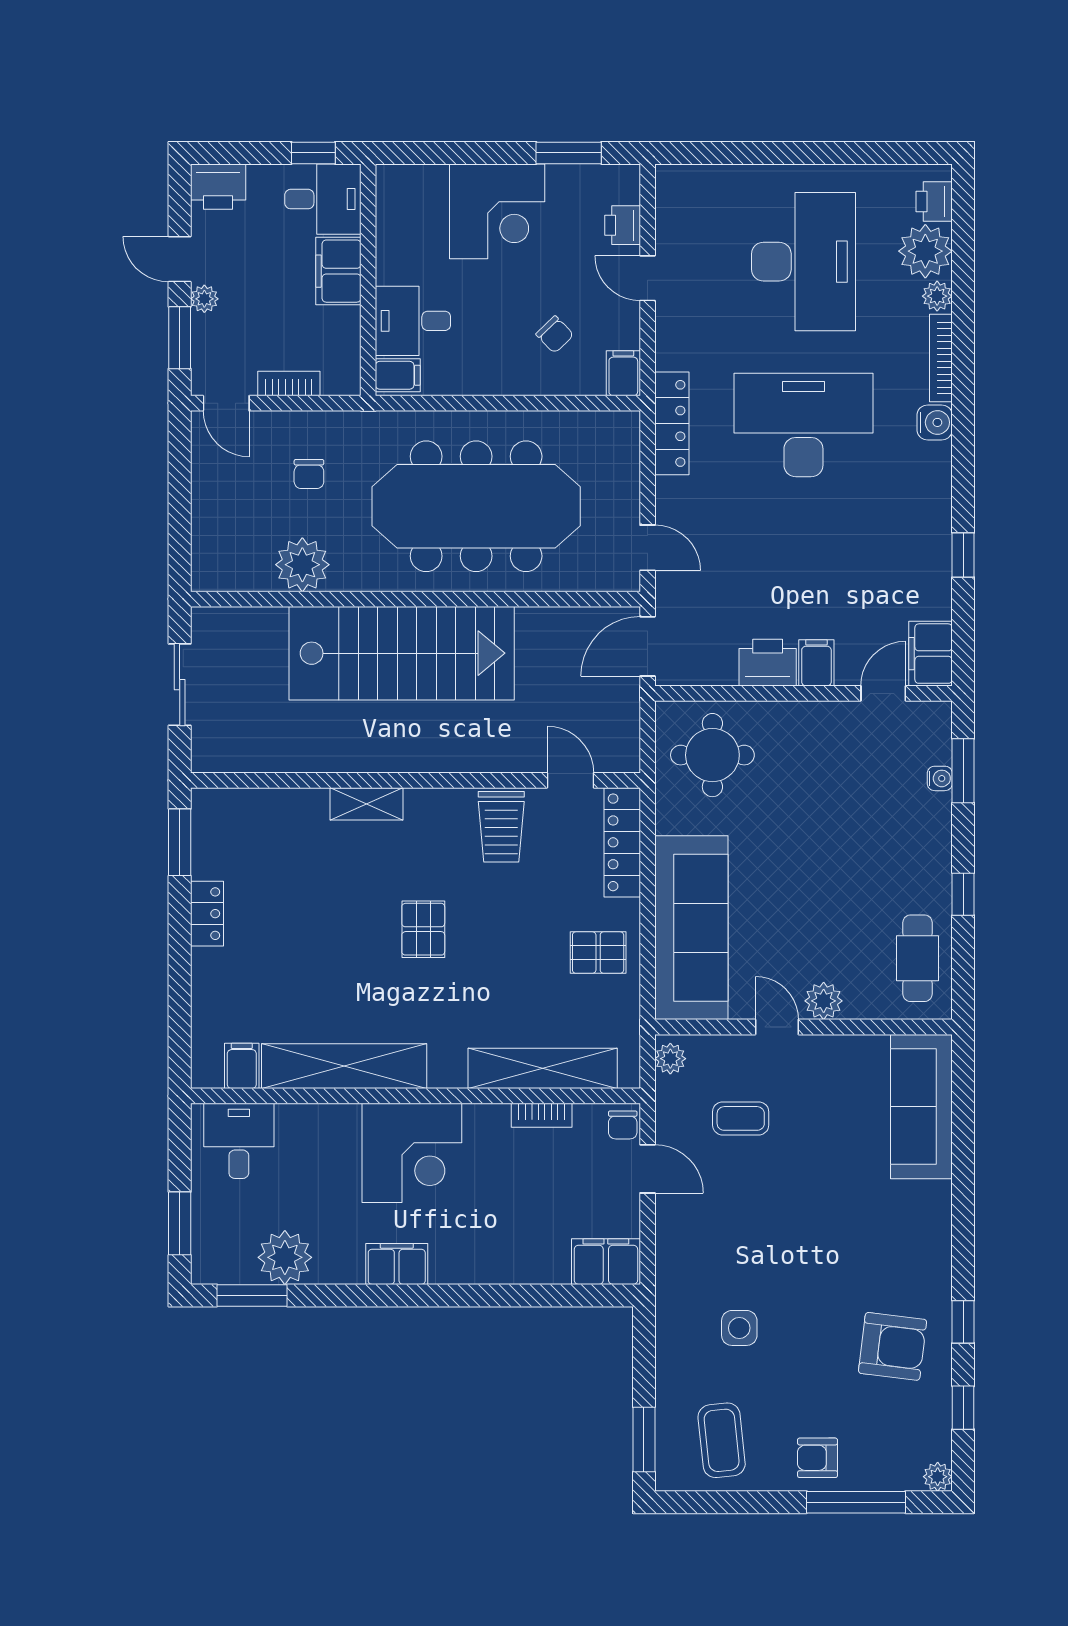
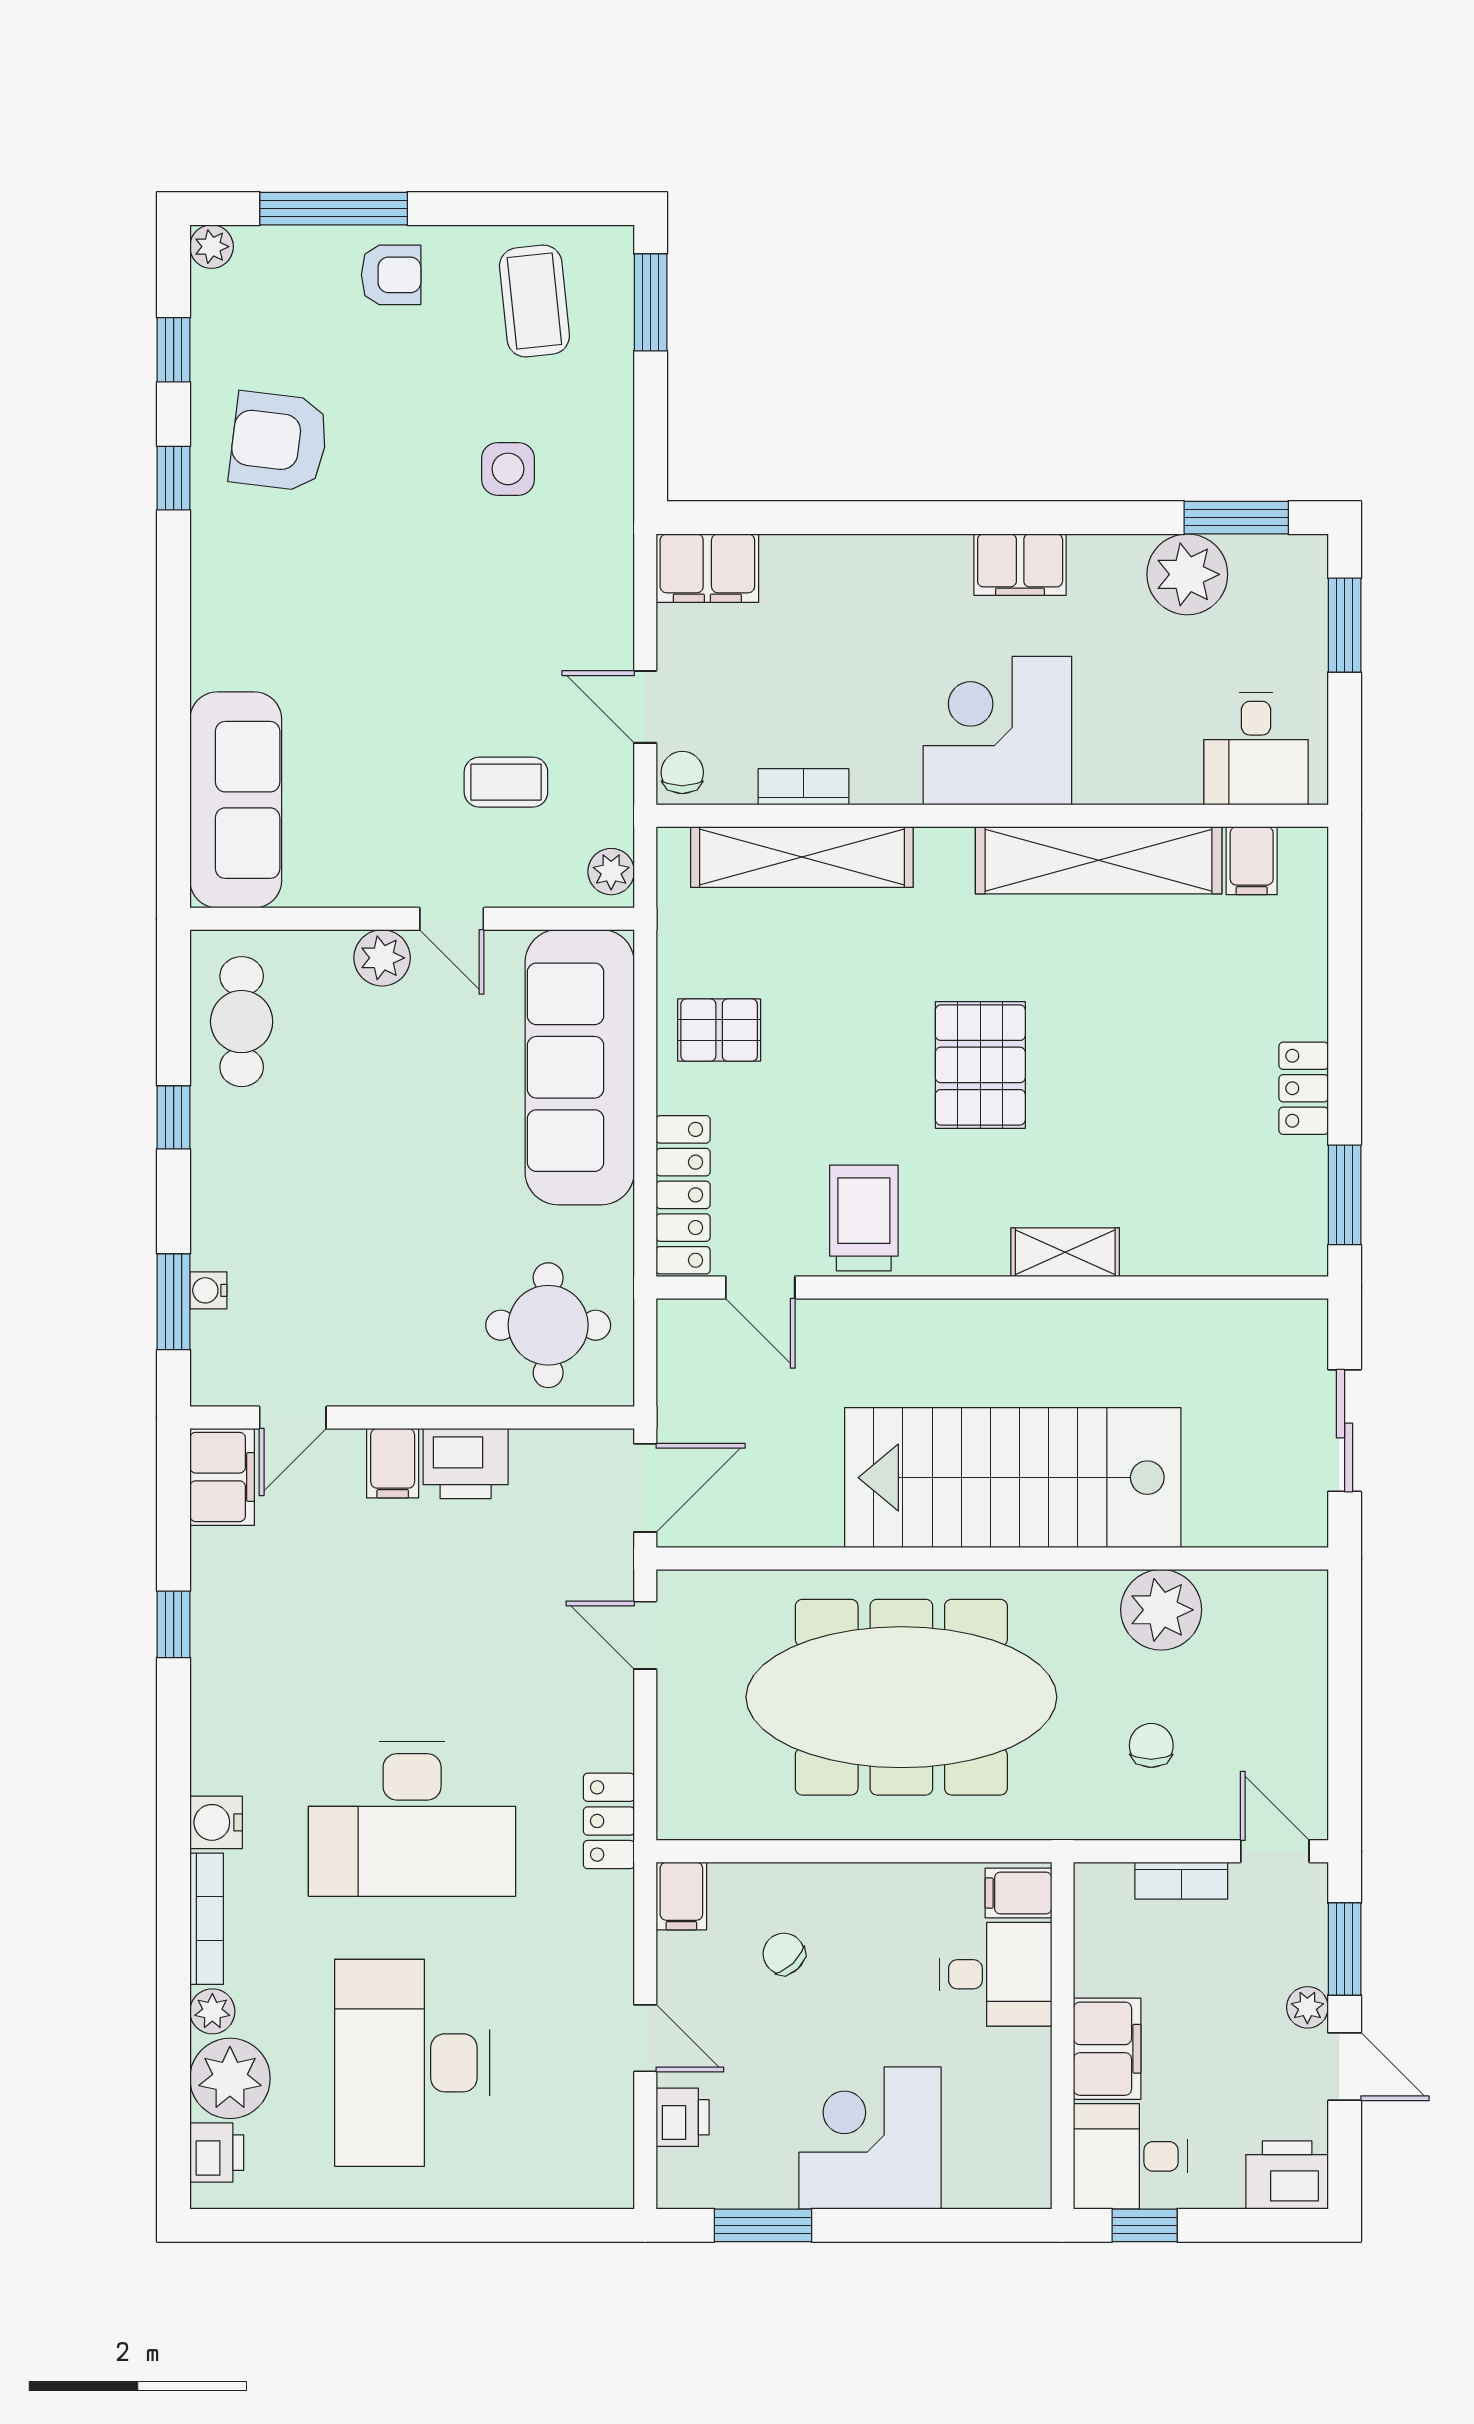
locker: (672, 423) -> (609, 1821), width x0.66
pallet: (423, 929) -> (980, 1065), width x1.50, depth x1.42

